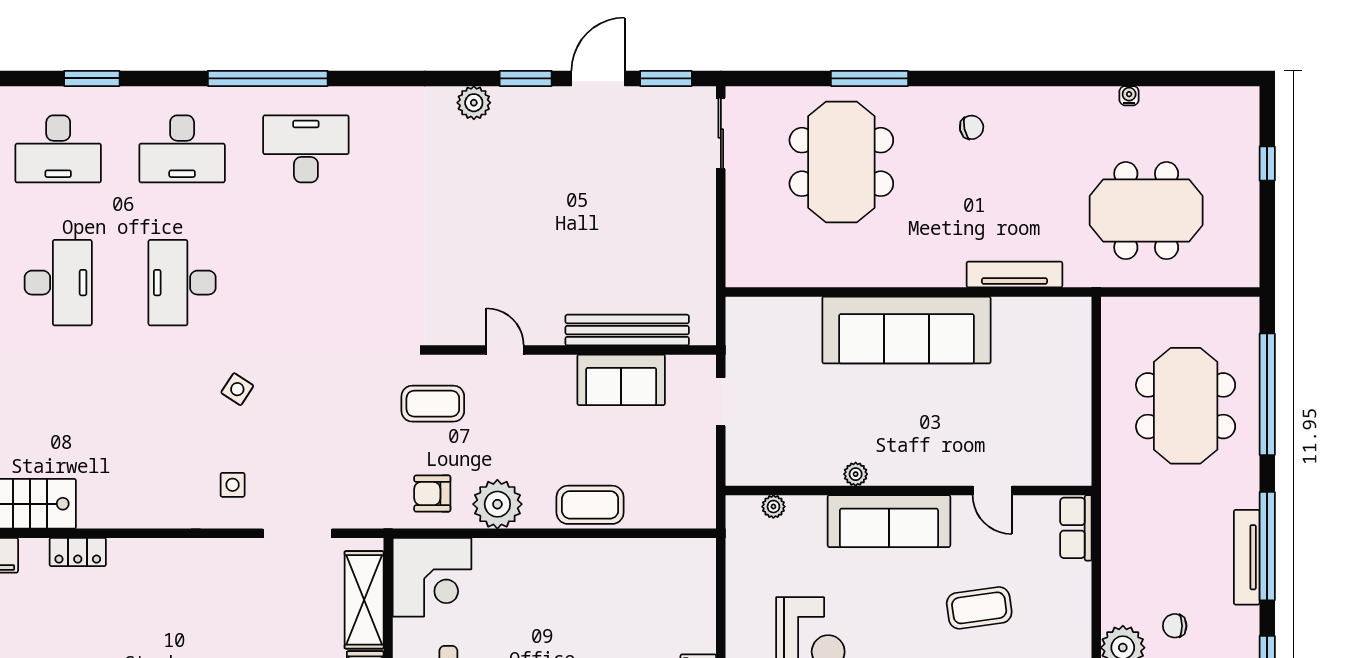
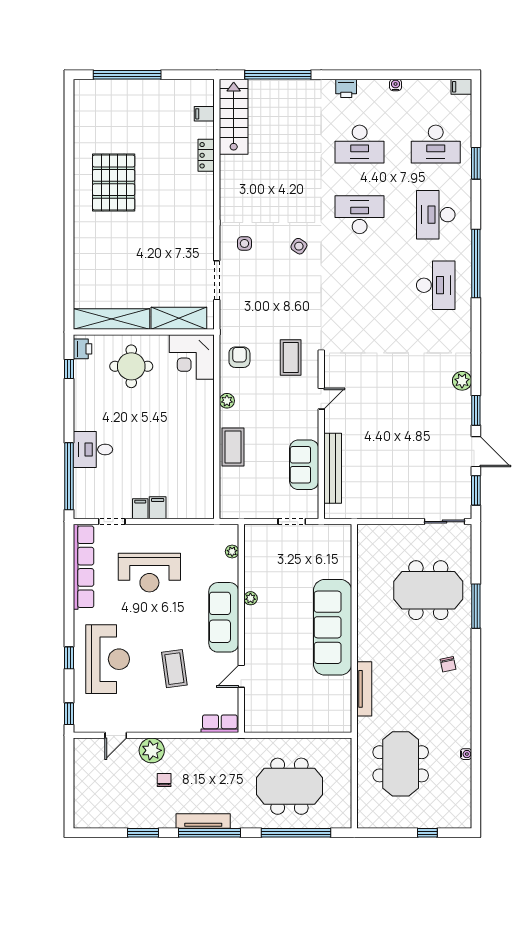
desk: (58, 149) -> (436, 144), turned -90
plant: (497, 504) -> (227, 401), width x0.53, depth x0.53
filing cabinet: (697, 637) -> (158, 508), added

